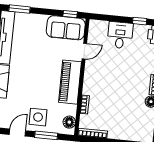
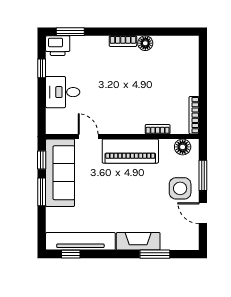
window: (19, 9) -> (42, 192), moved
sofa: (66, 28) -> (60, 173), width x1.36

